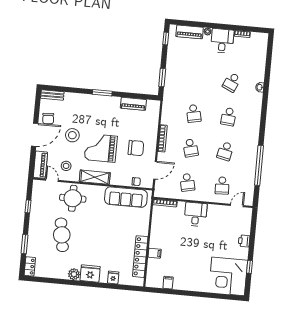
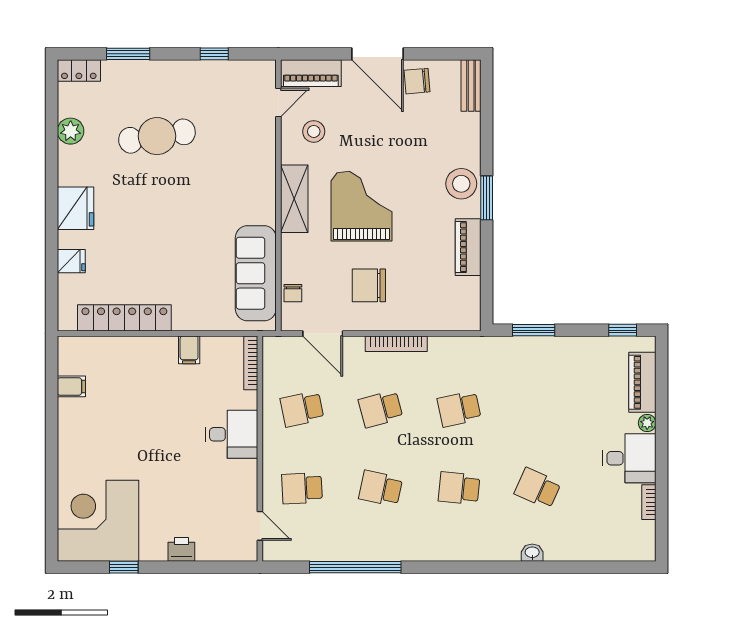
piano: (133, 104) -> (468, 247), moved
stool: (72, 135) -> (461, 184), moved
chair: (136, 148) -> (369, 285), turned 90
round table: (73, 198) -> (242, 153), removed
filing cabinet: (155, 253) -> (189, 350), moved
plant: (74, 274) -> (71, 131), moved

